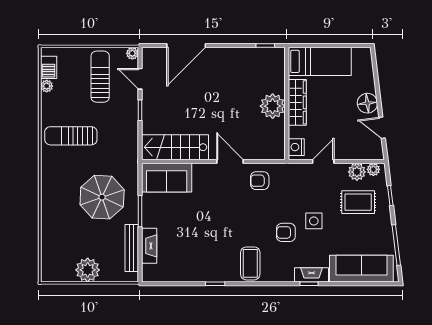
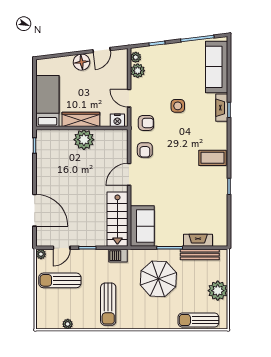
barbecue: (49, 67) -> (118, 256), moved, turned 180
rug: (358, 202) -> (162, 70), removed
armchair: (286, 232) -> (146, 123), moved, turned -90
sun lounger: (52, 246) -> (198, 320), added

